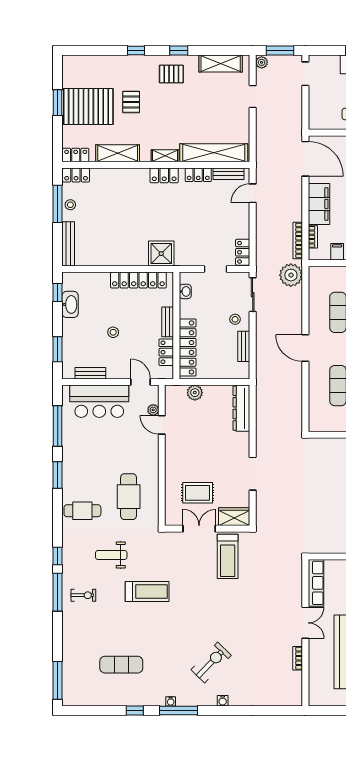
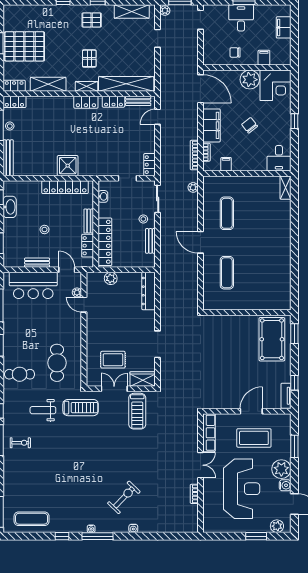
pallet: (131, 102) -> (89, 58), moved
shower: (161, 254) -> (68, 166), moved
plant: (291, 275) -> (193, 187), width x0.53, depth x0.53
bench: (90, 373) -> (37, 263), moved
treadmill: (147, 591) -> (81, 408), moved
exercise mat: (121, 665) -> (32, 519), moved

